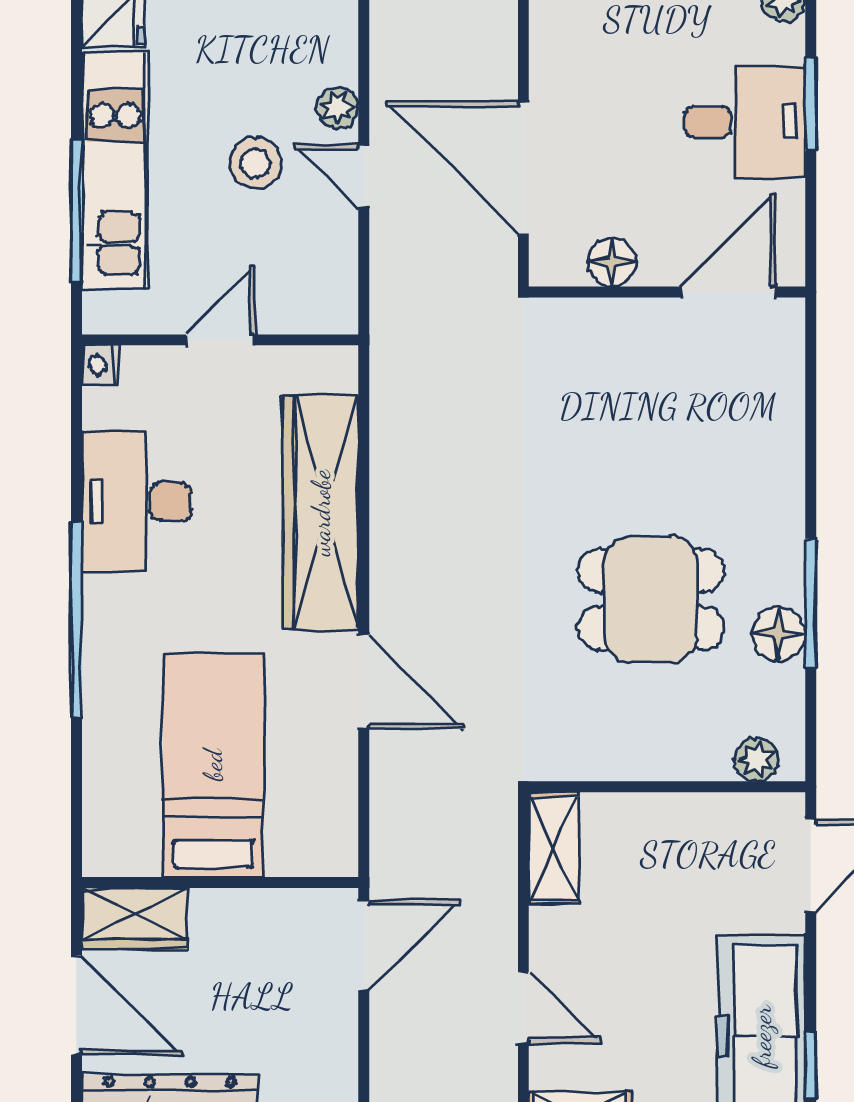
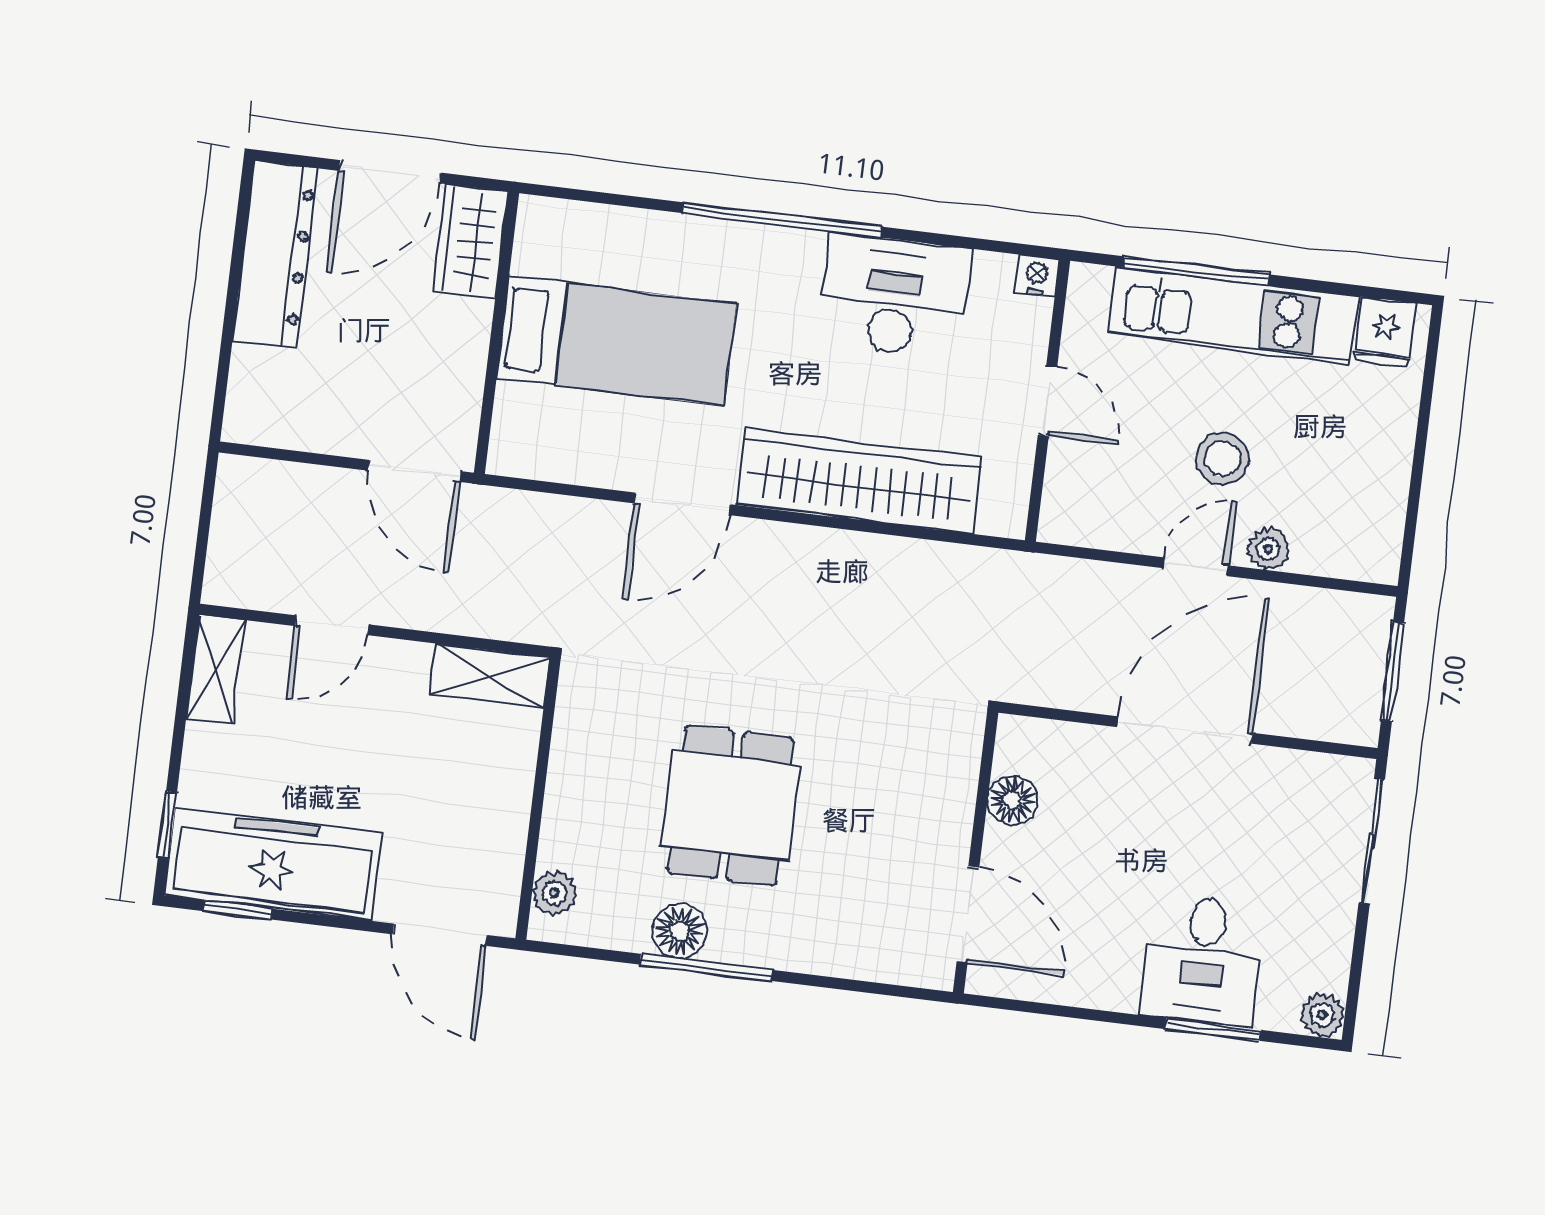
floor lamp: (612, 262) -> (1013, 800), moved
wall: (667, 292) -> (976, 852), moved
door: (729, 292) -> (968, 915), moved

